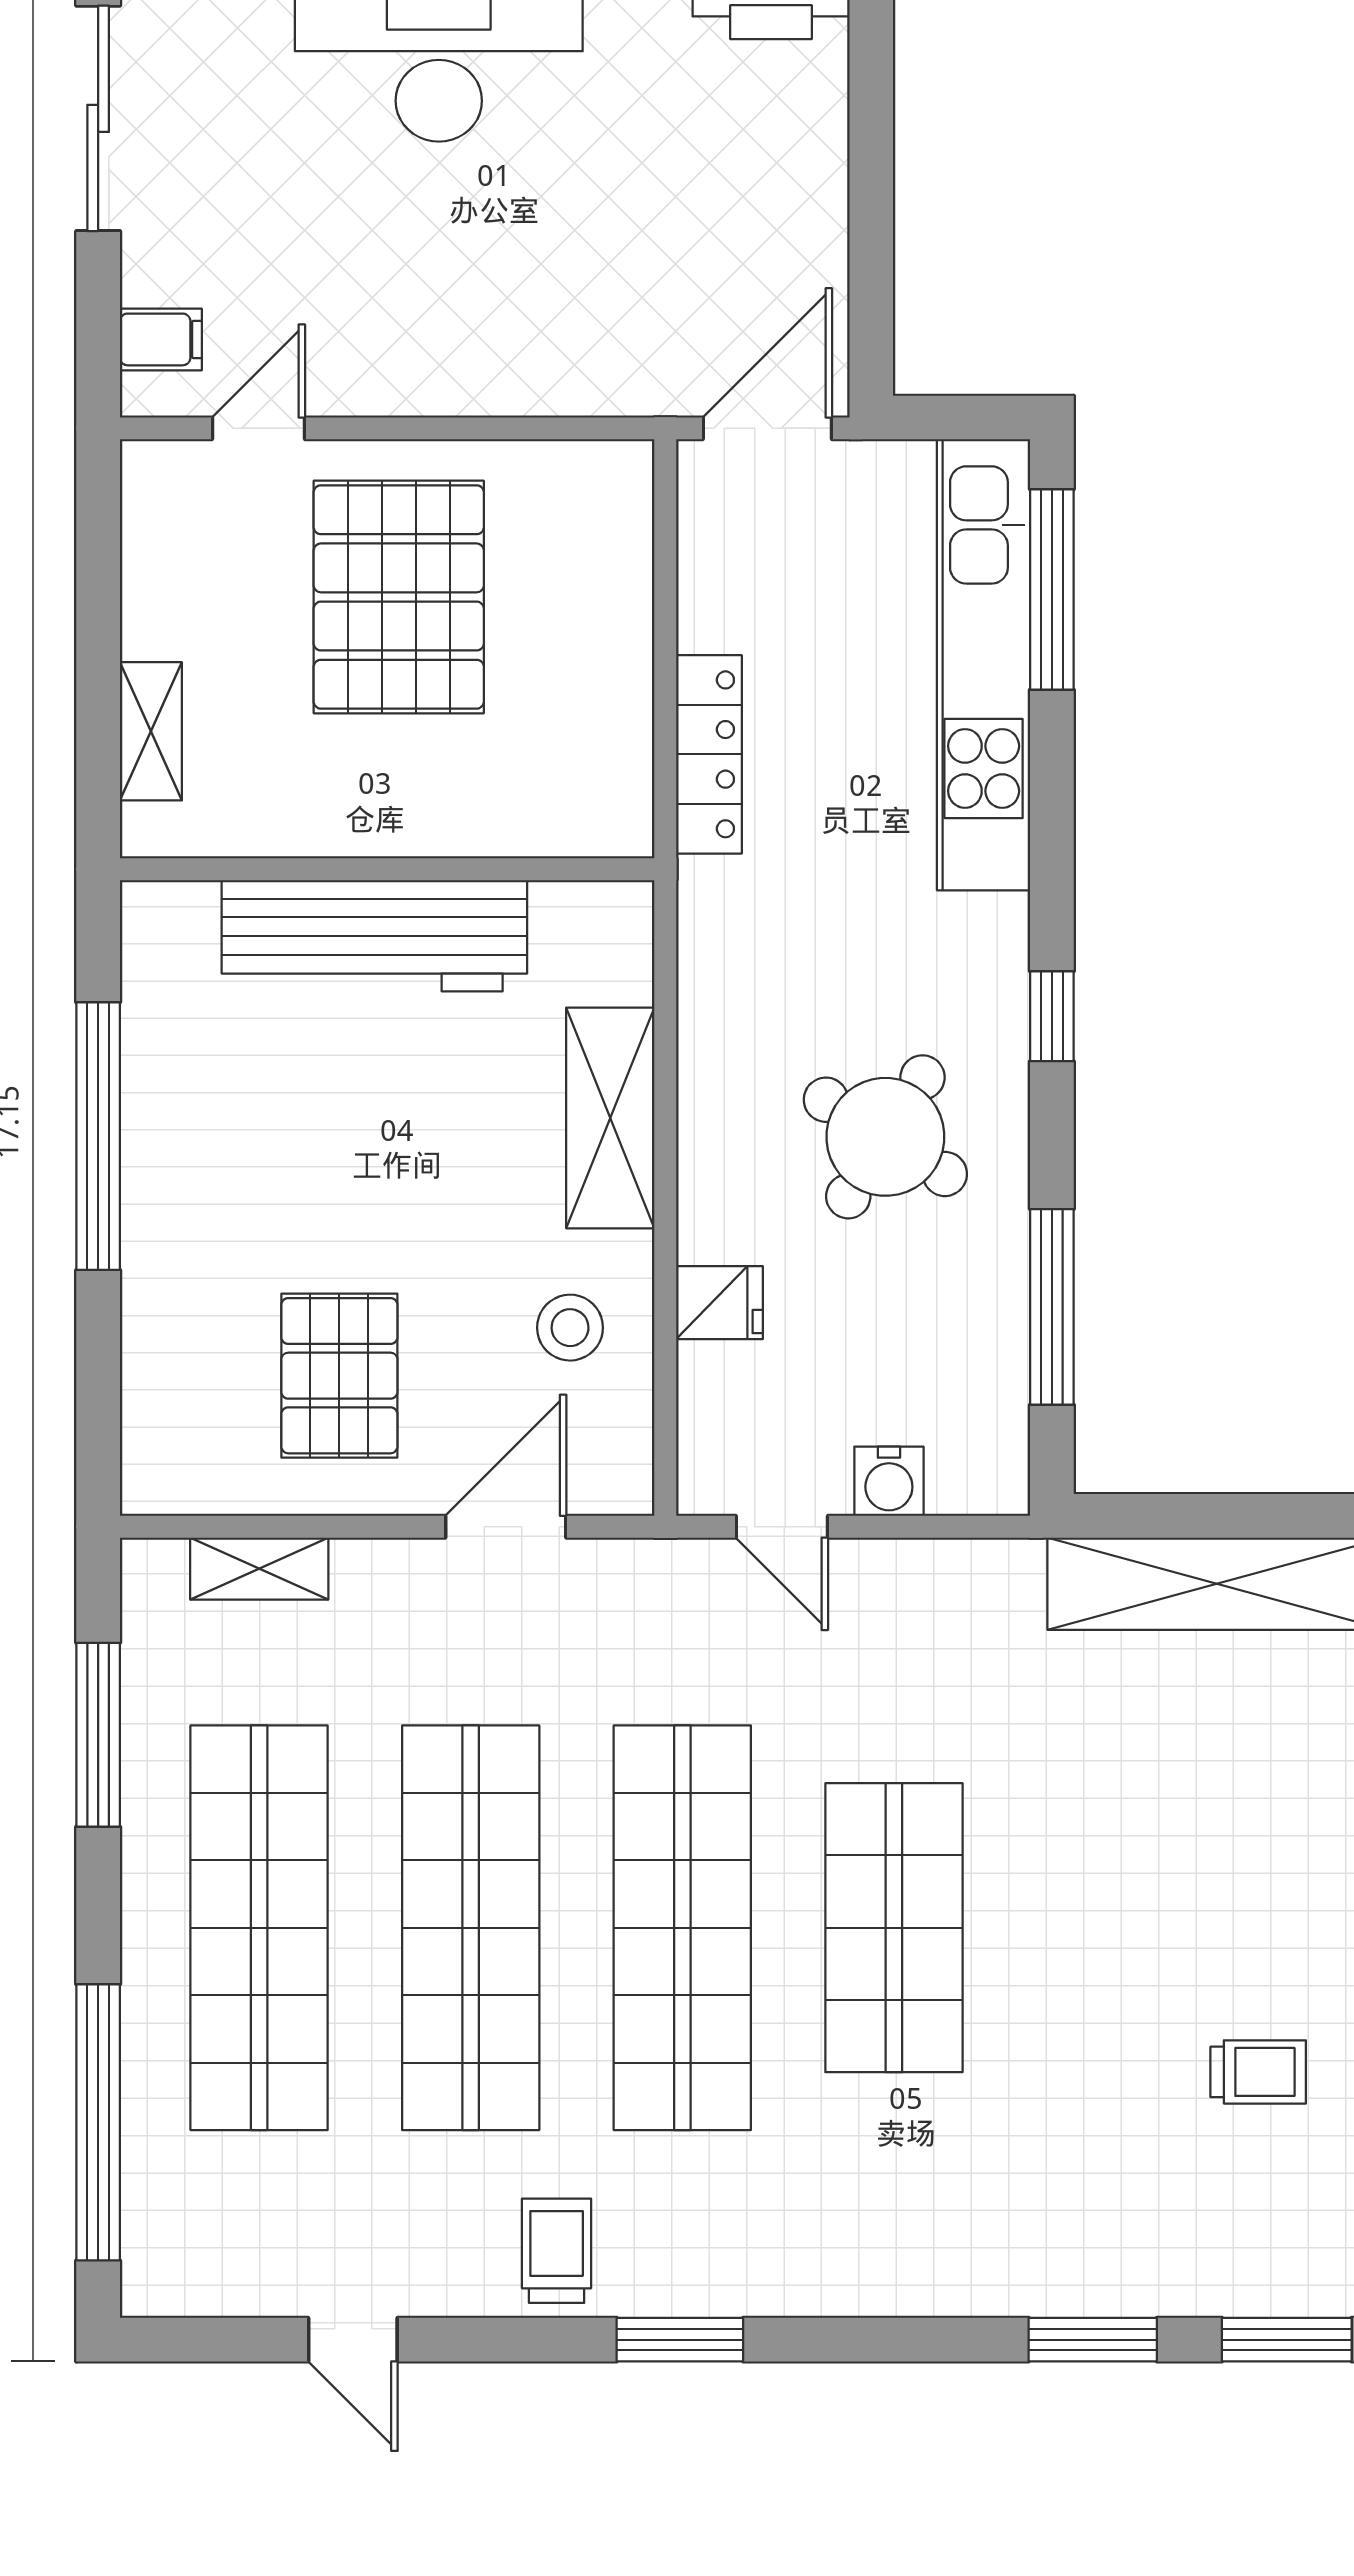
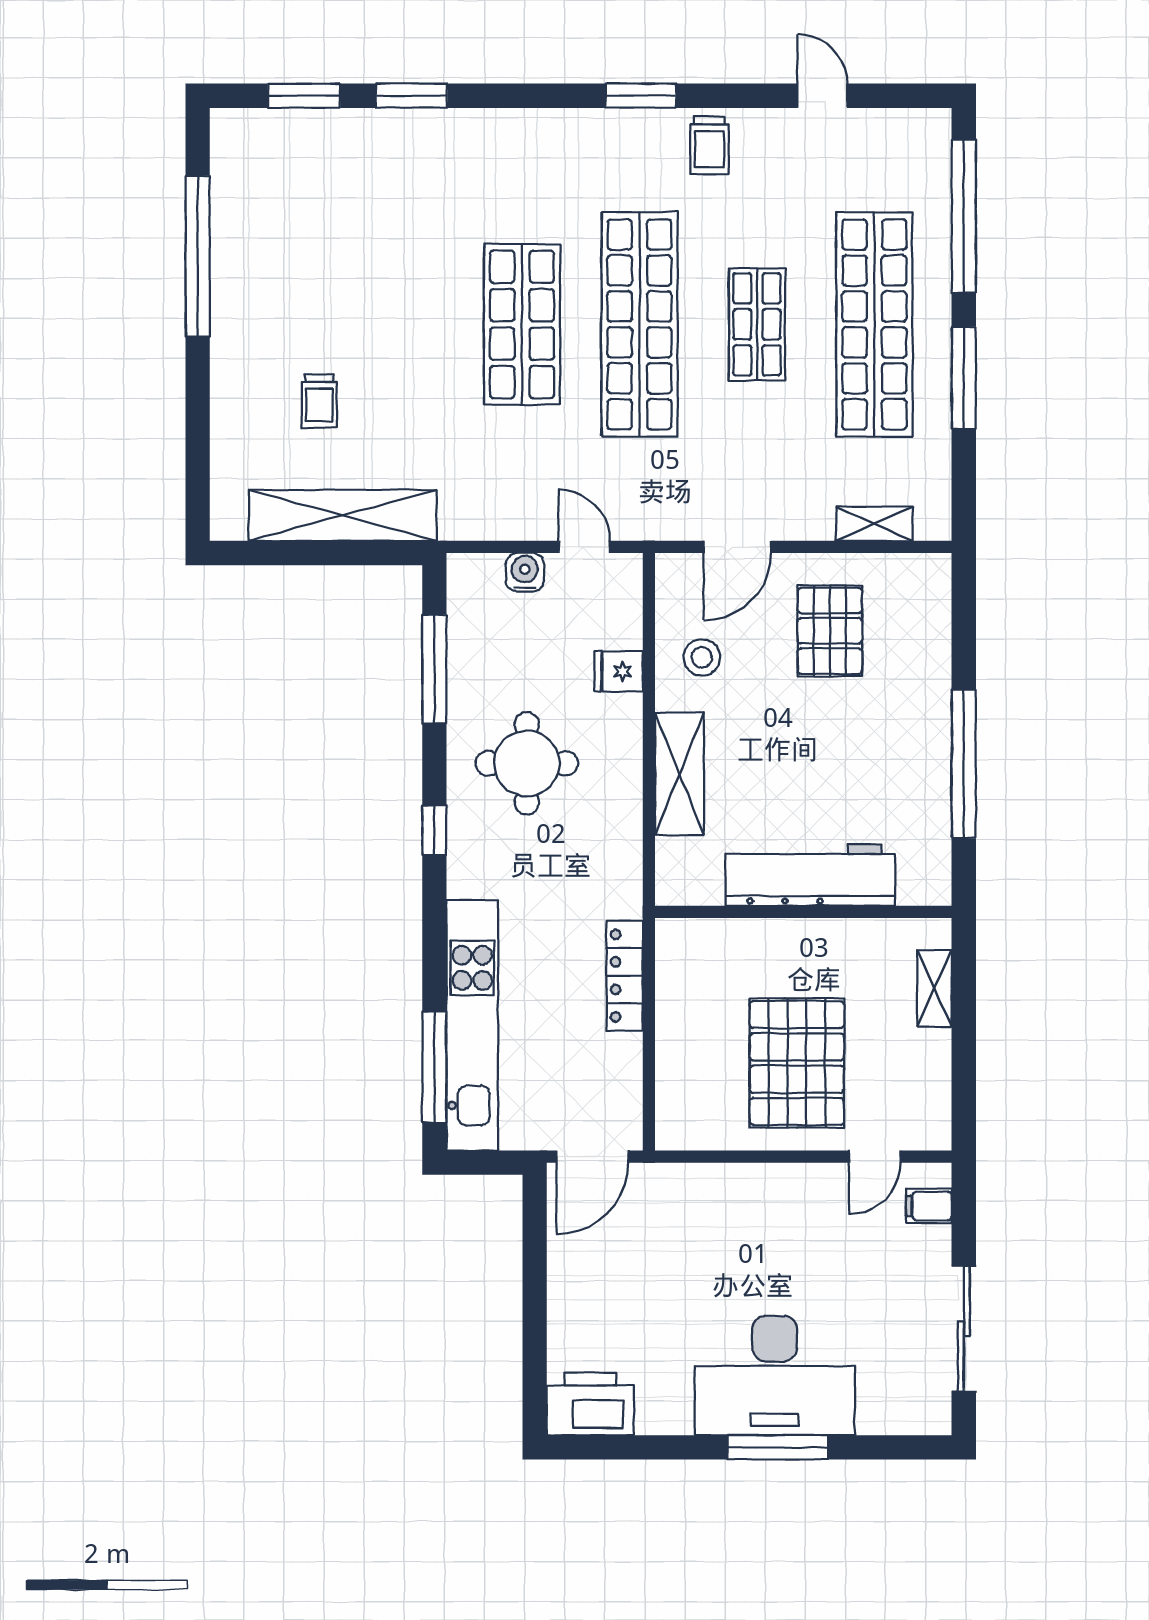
round table: (885, 1137) -> (527, 763), turned -32
window: (98, 1735) -> (964, 378), moved
shop shelf: (471, 1928) -> (757, 324), width x0.50, depth x0.74
trolley: (1258, 2072) -> (319, 401), moved, turned -90

